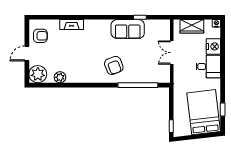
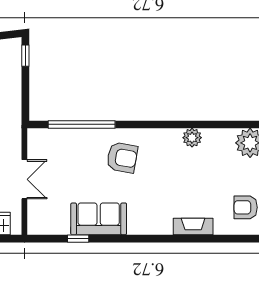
armchair: (114, 65) -> (122, 158), turned 121
plant: (60, 77) -> (192, 138), moved

